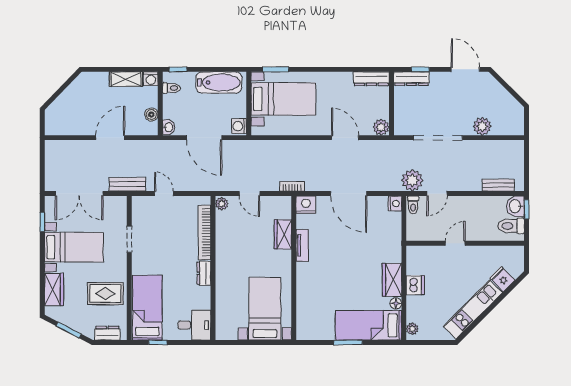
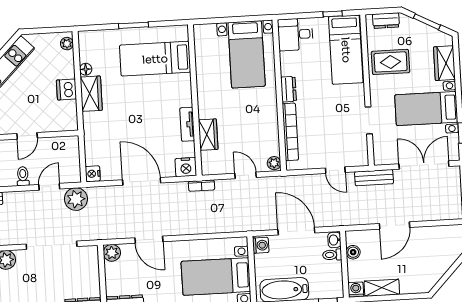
toilet: (171, 88) -> (332, 255), moved
toilet: (413, 205) -> (23, 176), moved
bed with nightstands: (265, 309) -> (247, 54), moved
bed: (368, 325) -> (155, 59), moved, turned 180

